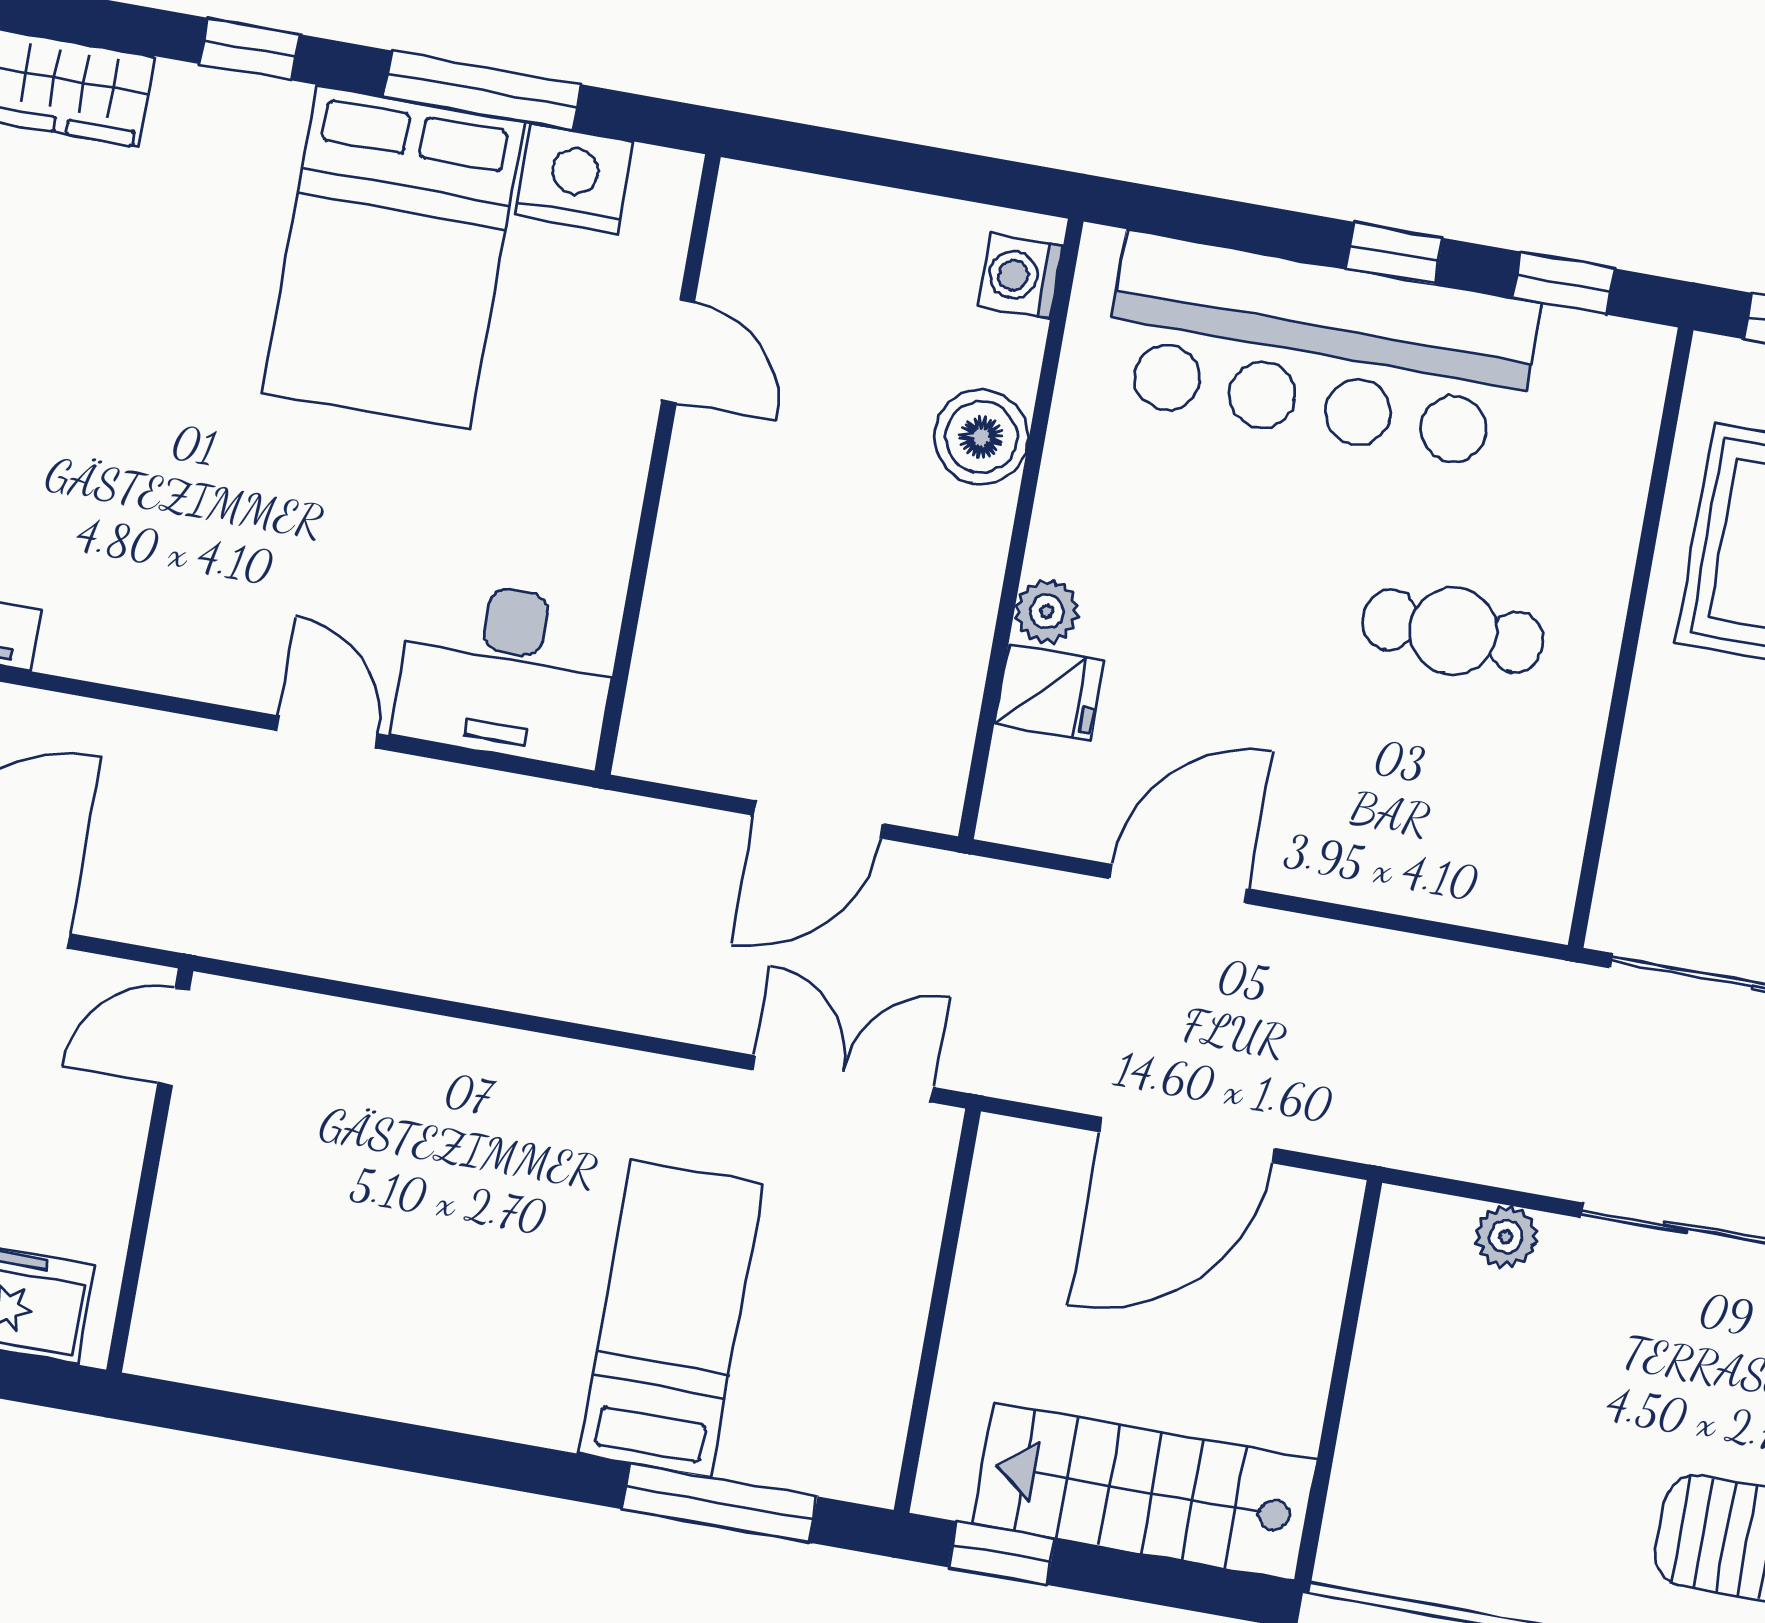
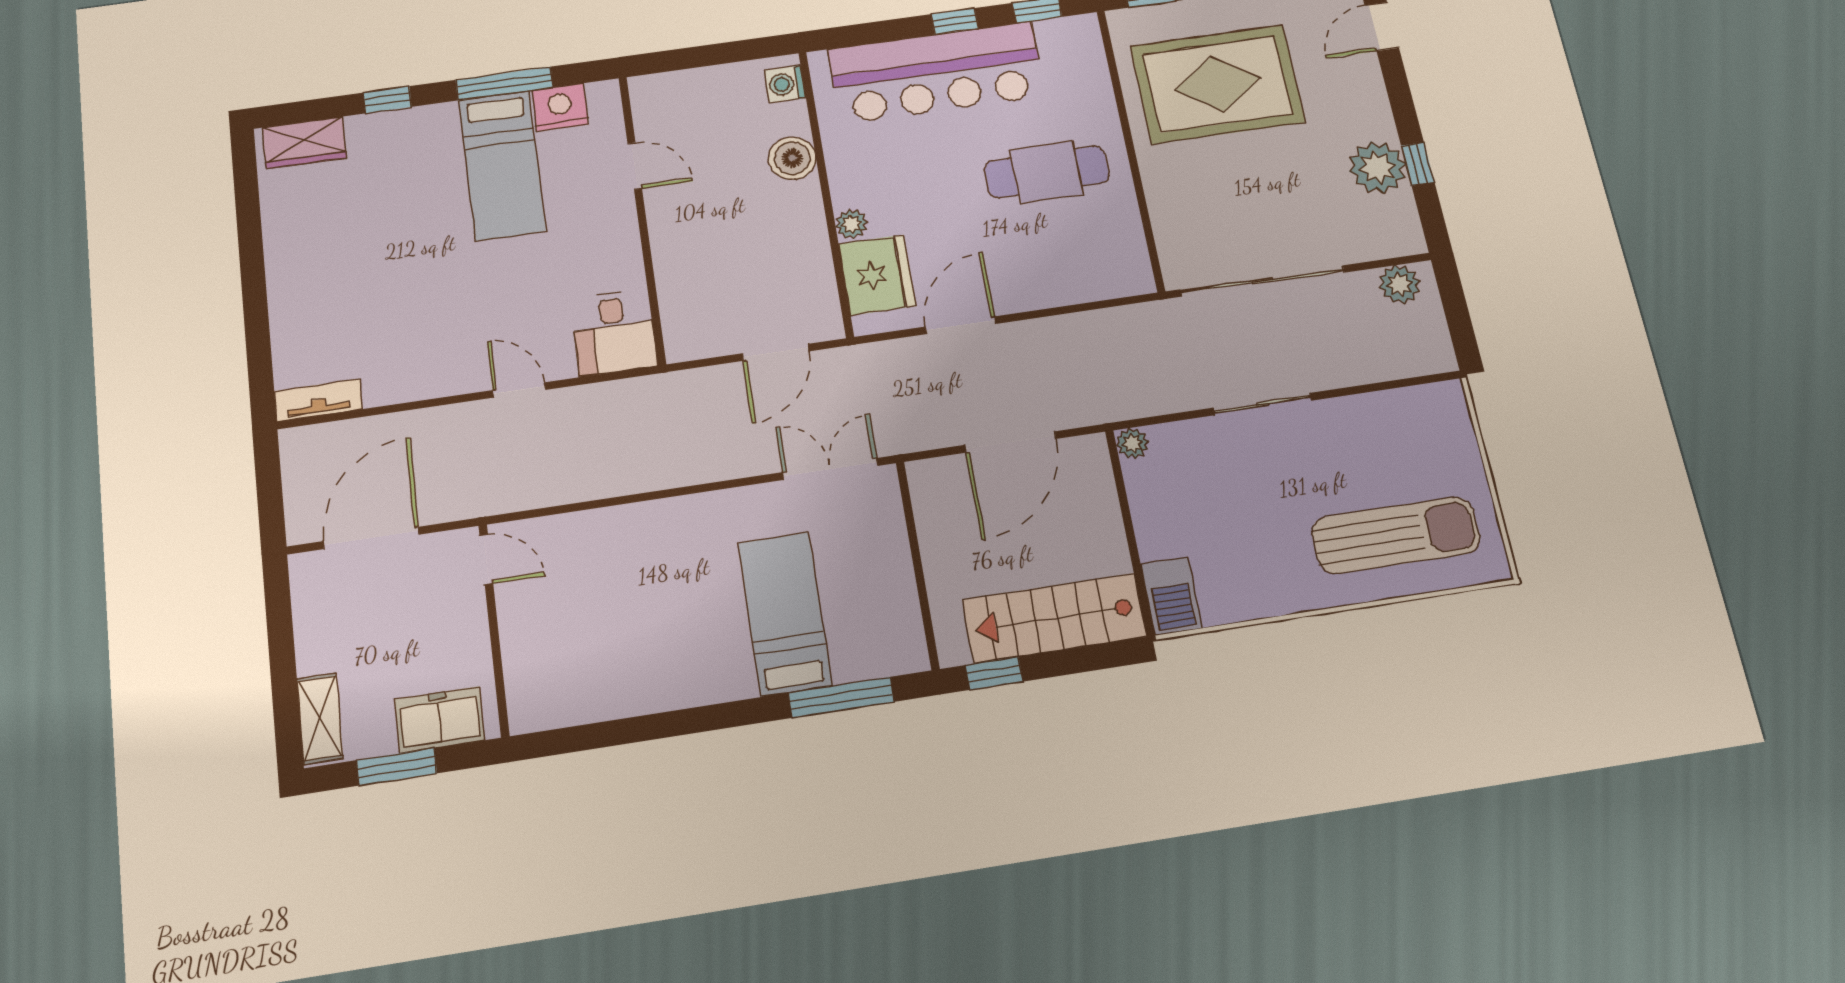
bed: (393, 257) -> (502, 165), width x0.67
cafe table: (1453, 631) -> (1047, 172), width x1.37, depth x1.35
desk: (507, 672) -> (614, 332), width x0.73
fridge: (1049, 692) -> (877, 275), width x1.88, depth x1.34
door: (174, 1036) -> (486, 560), swing flipped
plant: (1506, 1237) -> (1132, 443), moved
barbecue: (1368, 1524) -> (1171, 596), added

